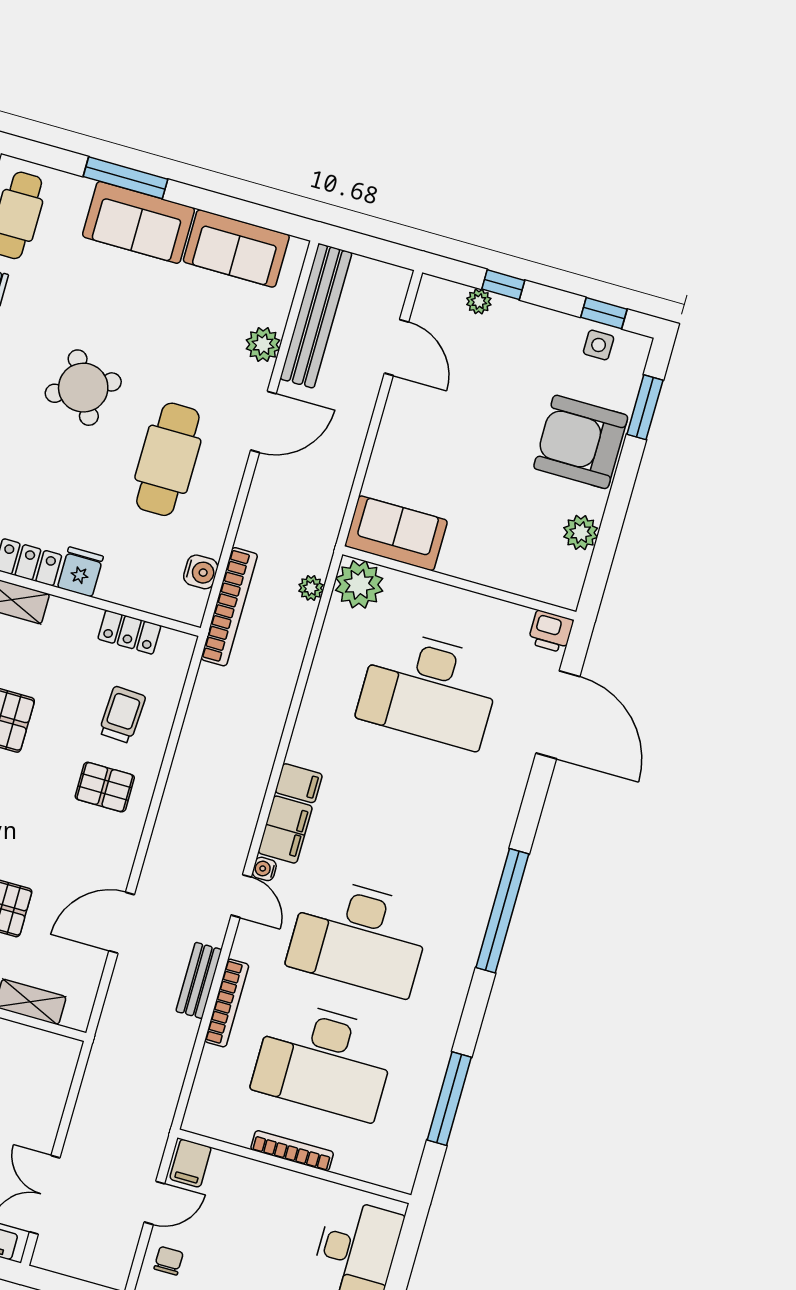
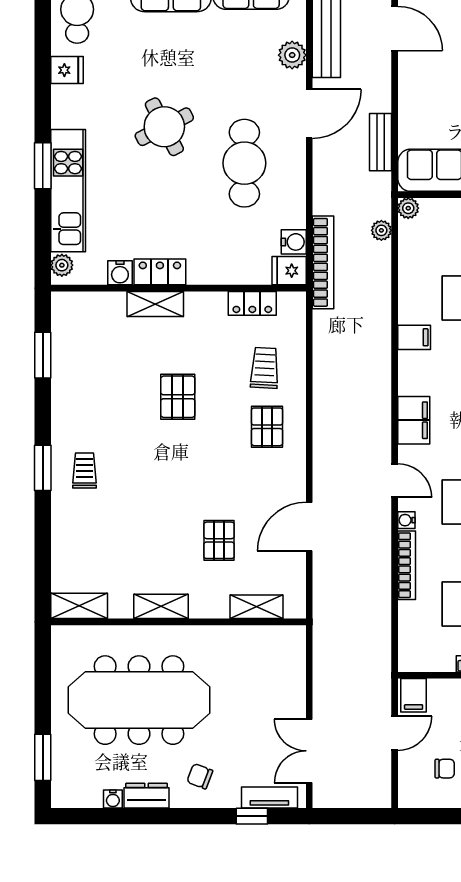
fridge: (80, 572) -> (289, 271), moved, turned -90
plant: (359, 584) -> (408, 208), width x0.53, depth x0.53
filing cabinet: (299, 783) -> (414, 337), moved
pallet: (105, 787) -> (267, 427), turned 90
water cooler: (264, 869) -> (406, 520), moved
bench: (199, 980) -> (381, 142), moved
chair: (169, 1261) -> (445, 769), moved, turned 90

